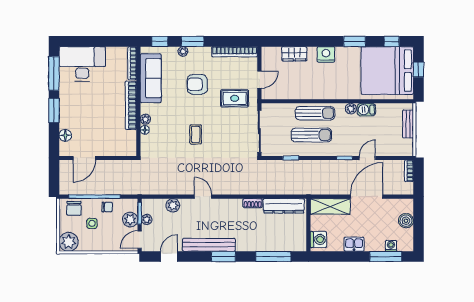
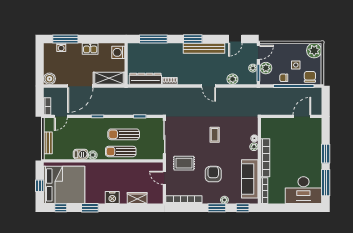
door: (259, 80) -> (164, 178), hinge flipped
armchair: (197, 84) -> (213, 174), turned -90
floor lamp: (65, 135) -> (317, 134), removed
door: (367, 158) -> (61, 116), moved
boiler: (406, 221) -> (49, 79), moved

